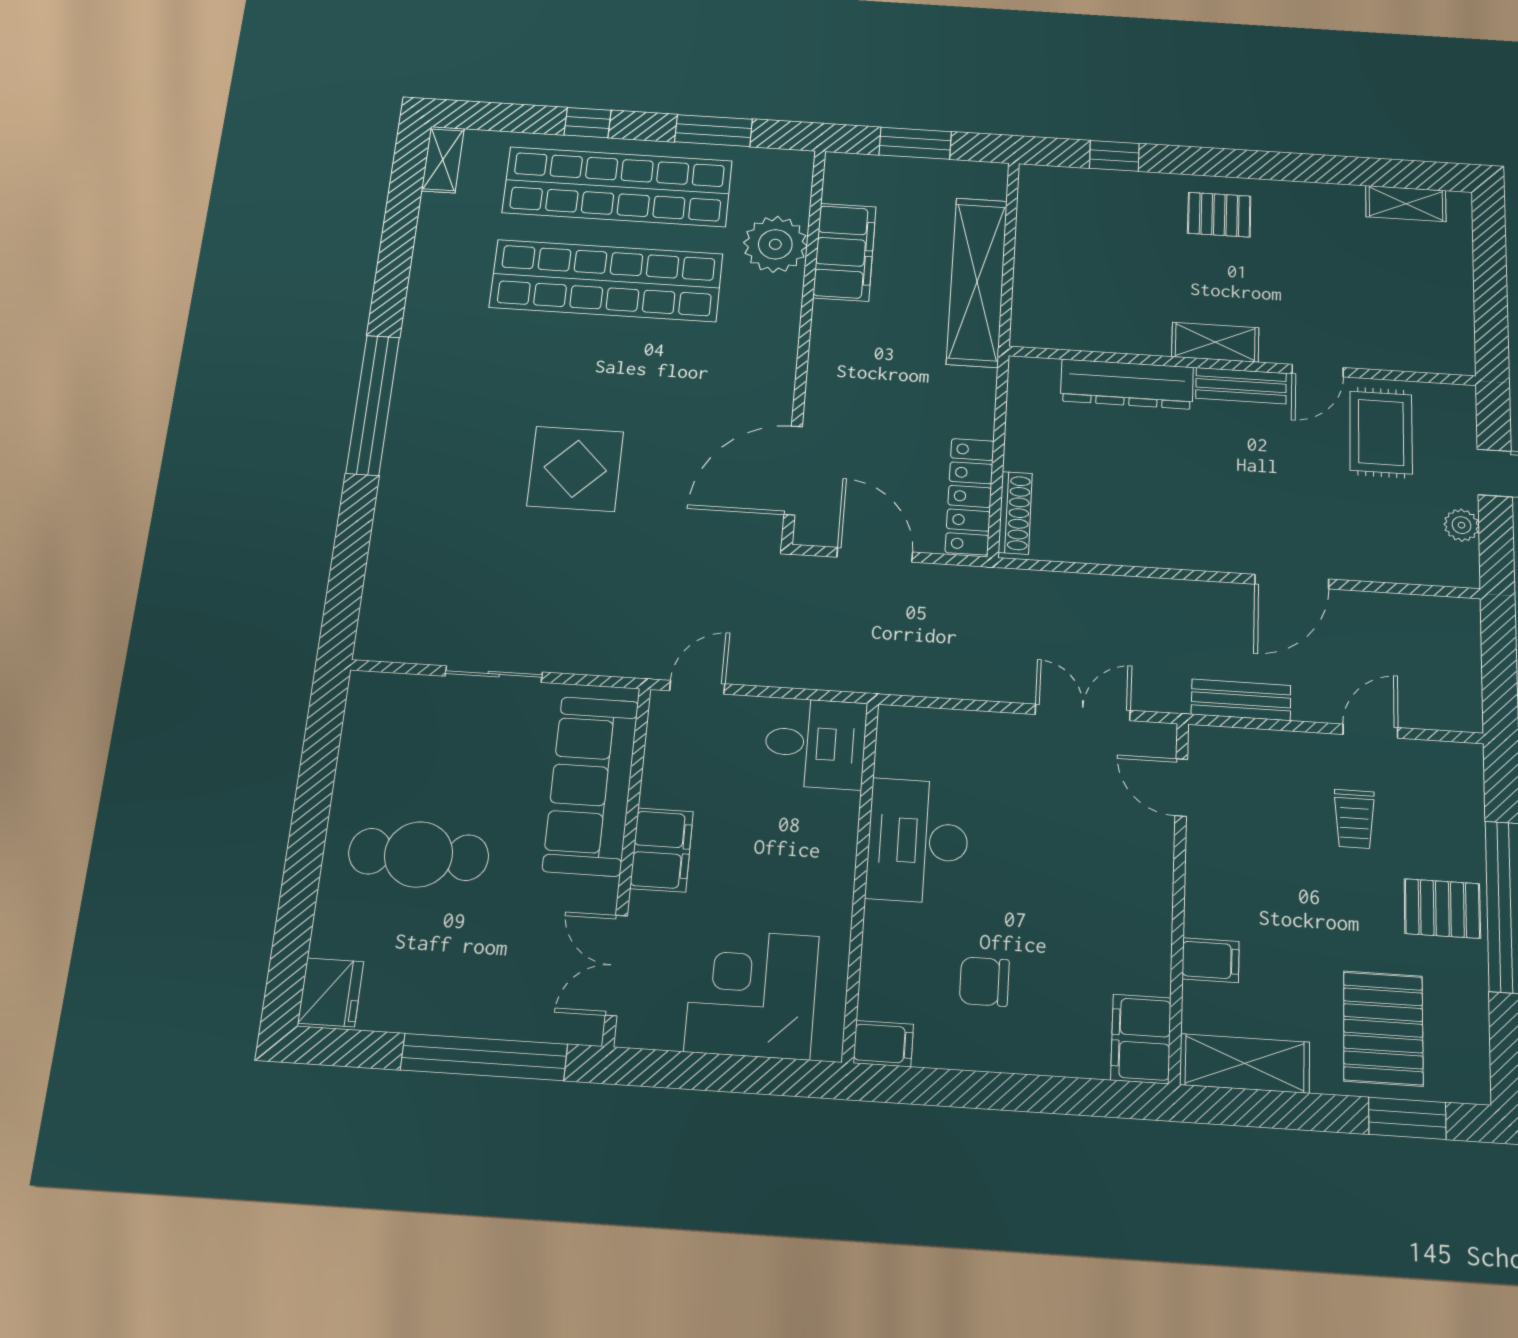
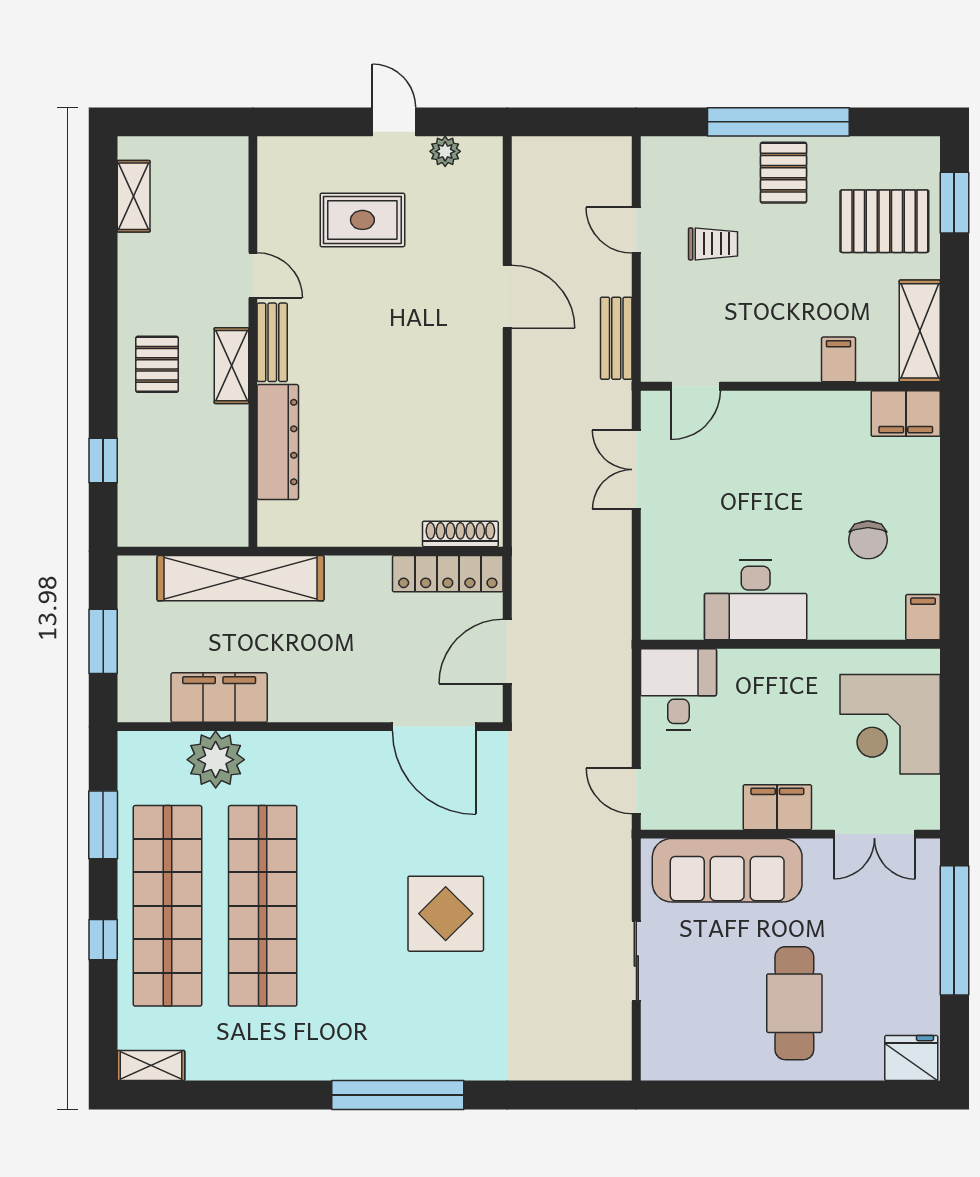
shelving: (1215, 342) -> (231, 366), moved
wall: (1242, 366) -> (253, 342), moved
door: (1318, 371) -> (253, 275), moved
dresser: (1127, 384) -> (278, 442), moved
bench: (1241, 386) -> (272, 342), moved

